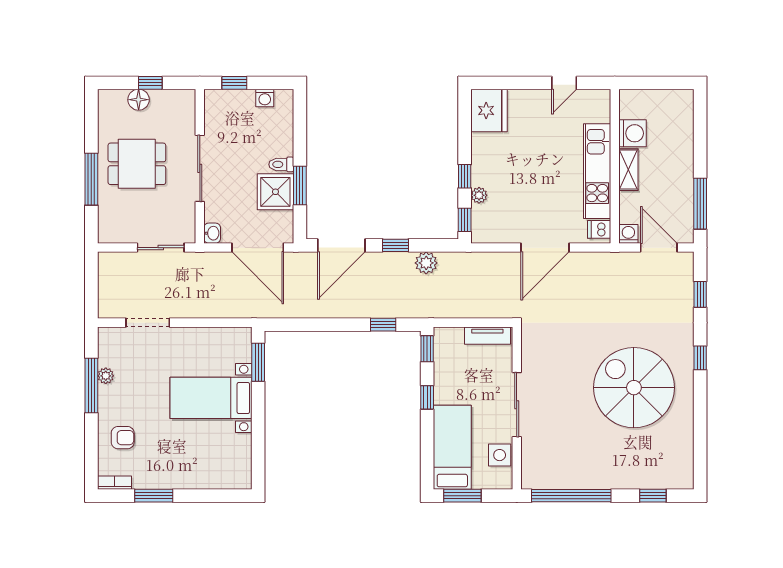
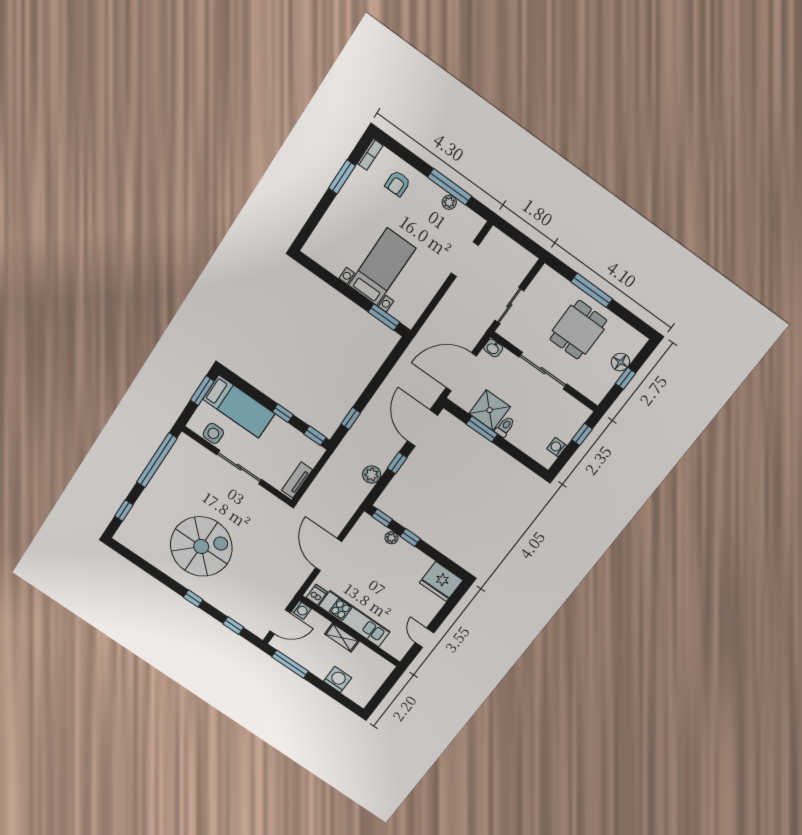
washing machine: (632, 133) -> (338, 679), moved, turned 180

